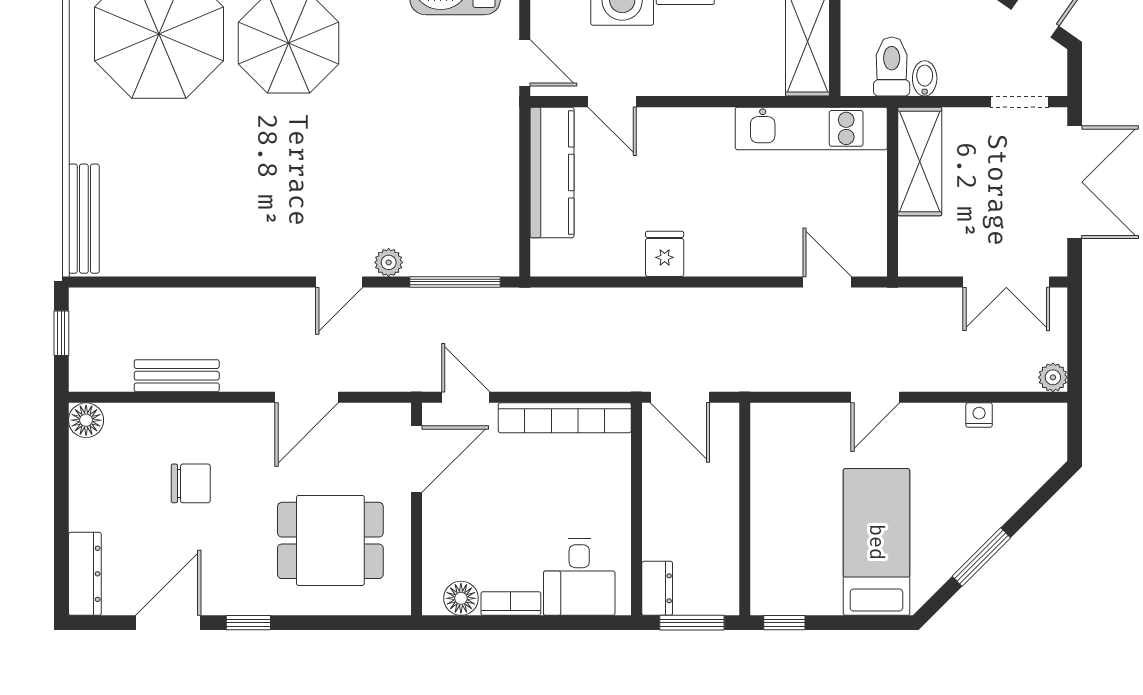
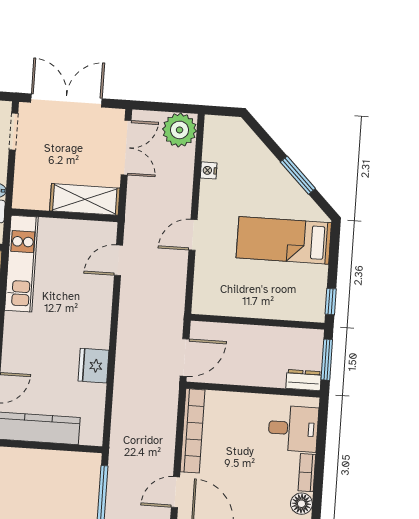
shelving: (920, 161) -> (85, 199), moved
fridge: (665, 254) -> (94, 366), width x1.38
plant: (1053, 377) -> (180, 130), width x1.88, depth x1.88
door: (875, 397) -> (193, 235), swing flipped

